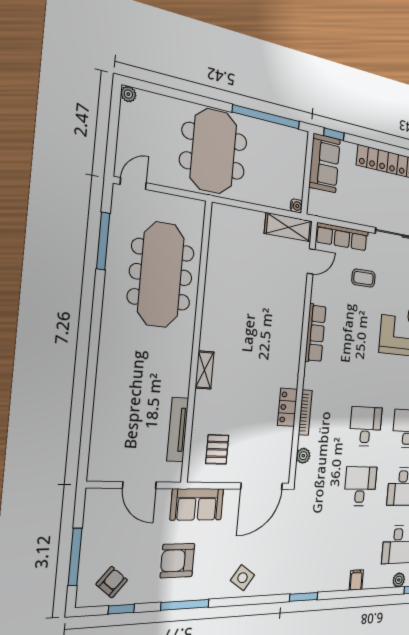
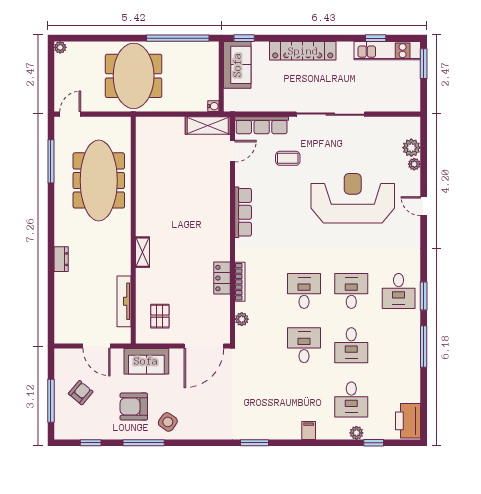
dresser: (105, 371) -> (61, 259), added
side table: (243, 578) -> (168, 422), moved
armchair: (112, 582) -> (81, 393), moved

